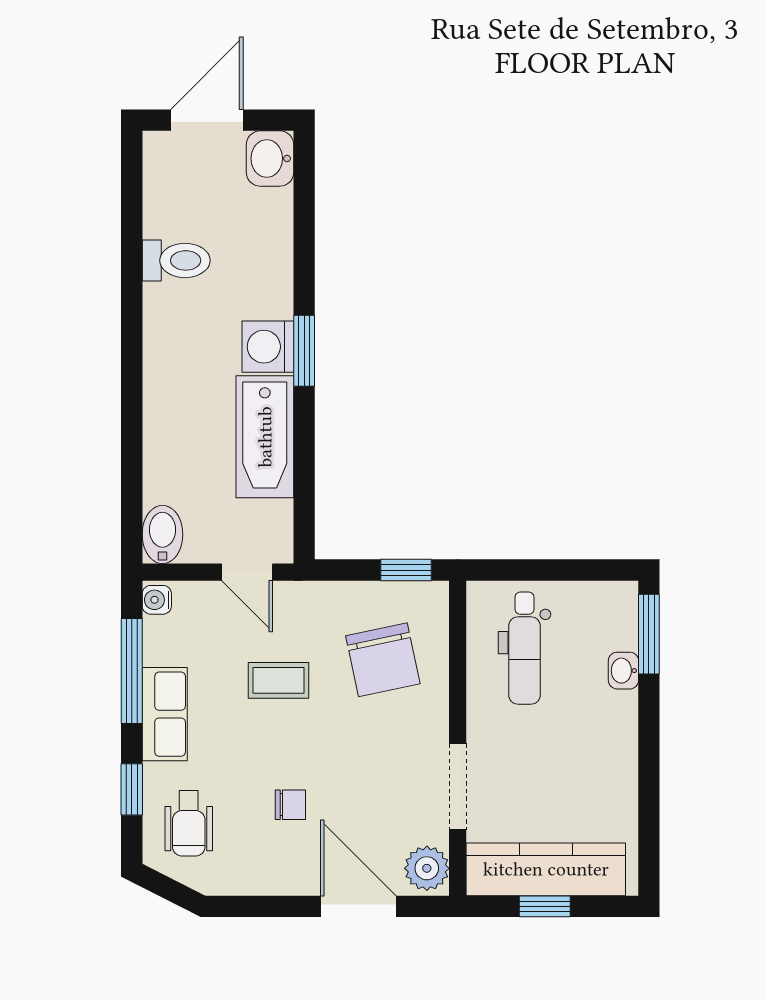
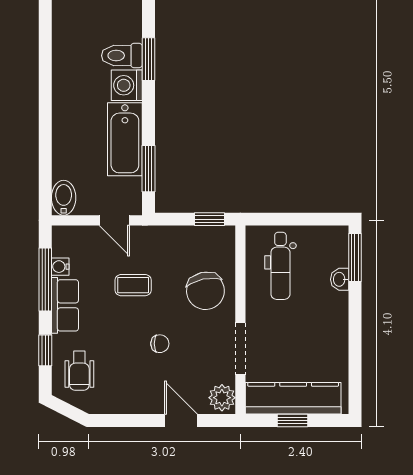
toilet: (176, 260) -> (122, 56), moved, turned 180
window: (304, 351) -> (148, 59), moved
window: (304, 486) -> (148, 169), added
water cooler: (157, 600) -> (60, 267), moved
chair: (383, 660) -> (205, 291), moved
chair: (290, 805) -> (160, 344), moved
door: (358, 906) -> (181, 421), width x0.73

